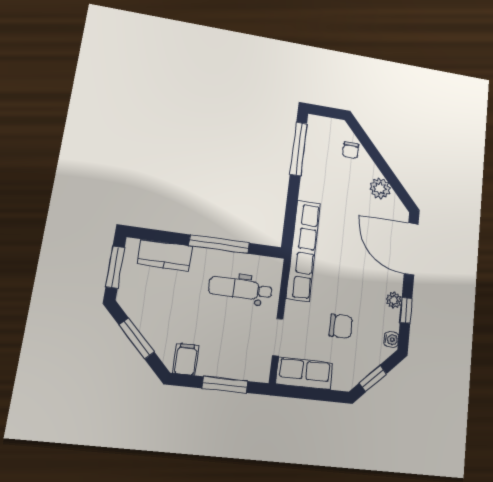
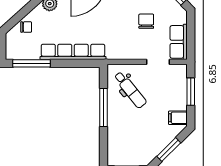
row of seats: (303, 251) -> (73, 52), moved
kitchen counter: (165, 255) -> (115, 141), removed
dental chair: (241, 289) -> (130, 90), turned -39

